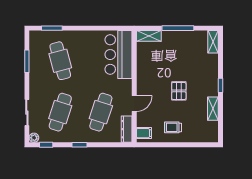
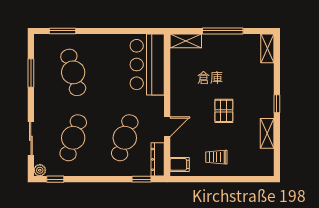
window: (80, 145) -> (141, 179), moved

